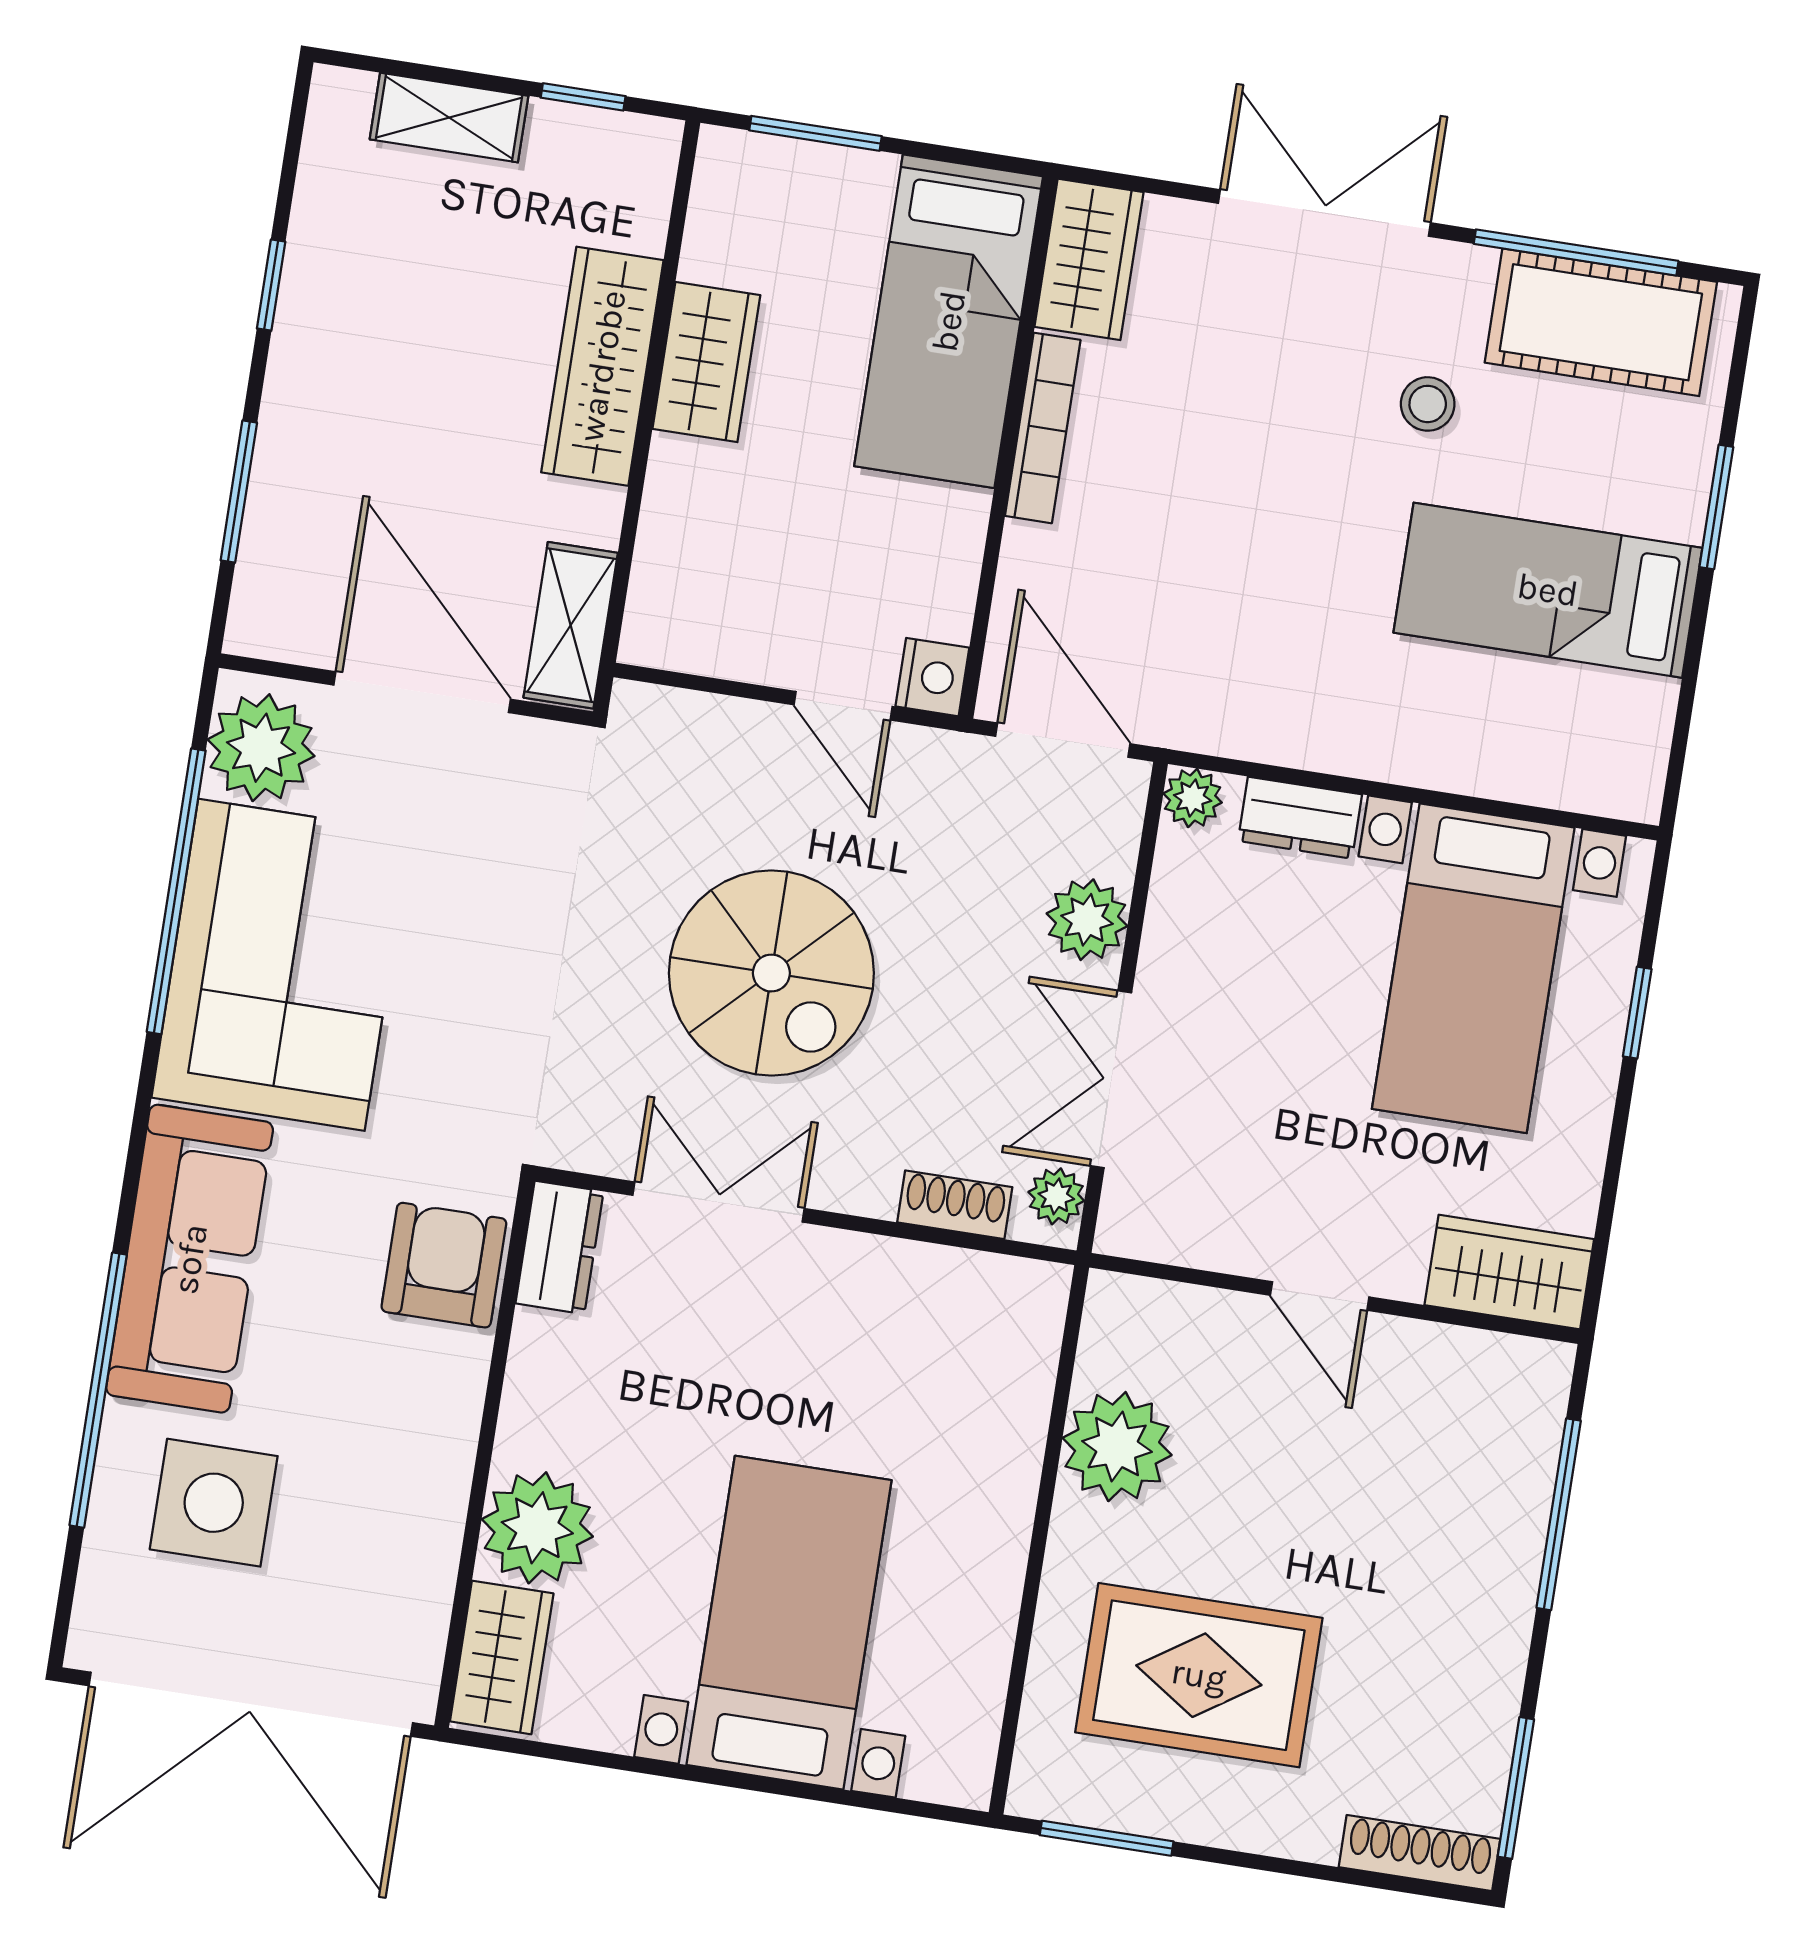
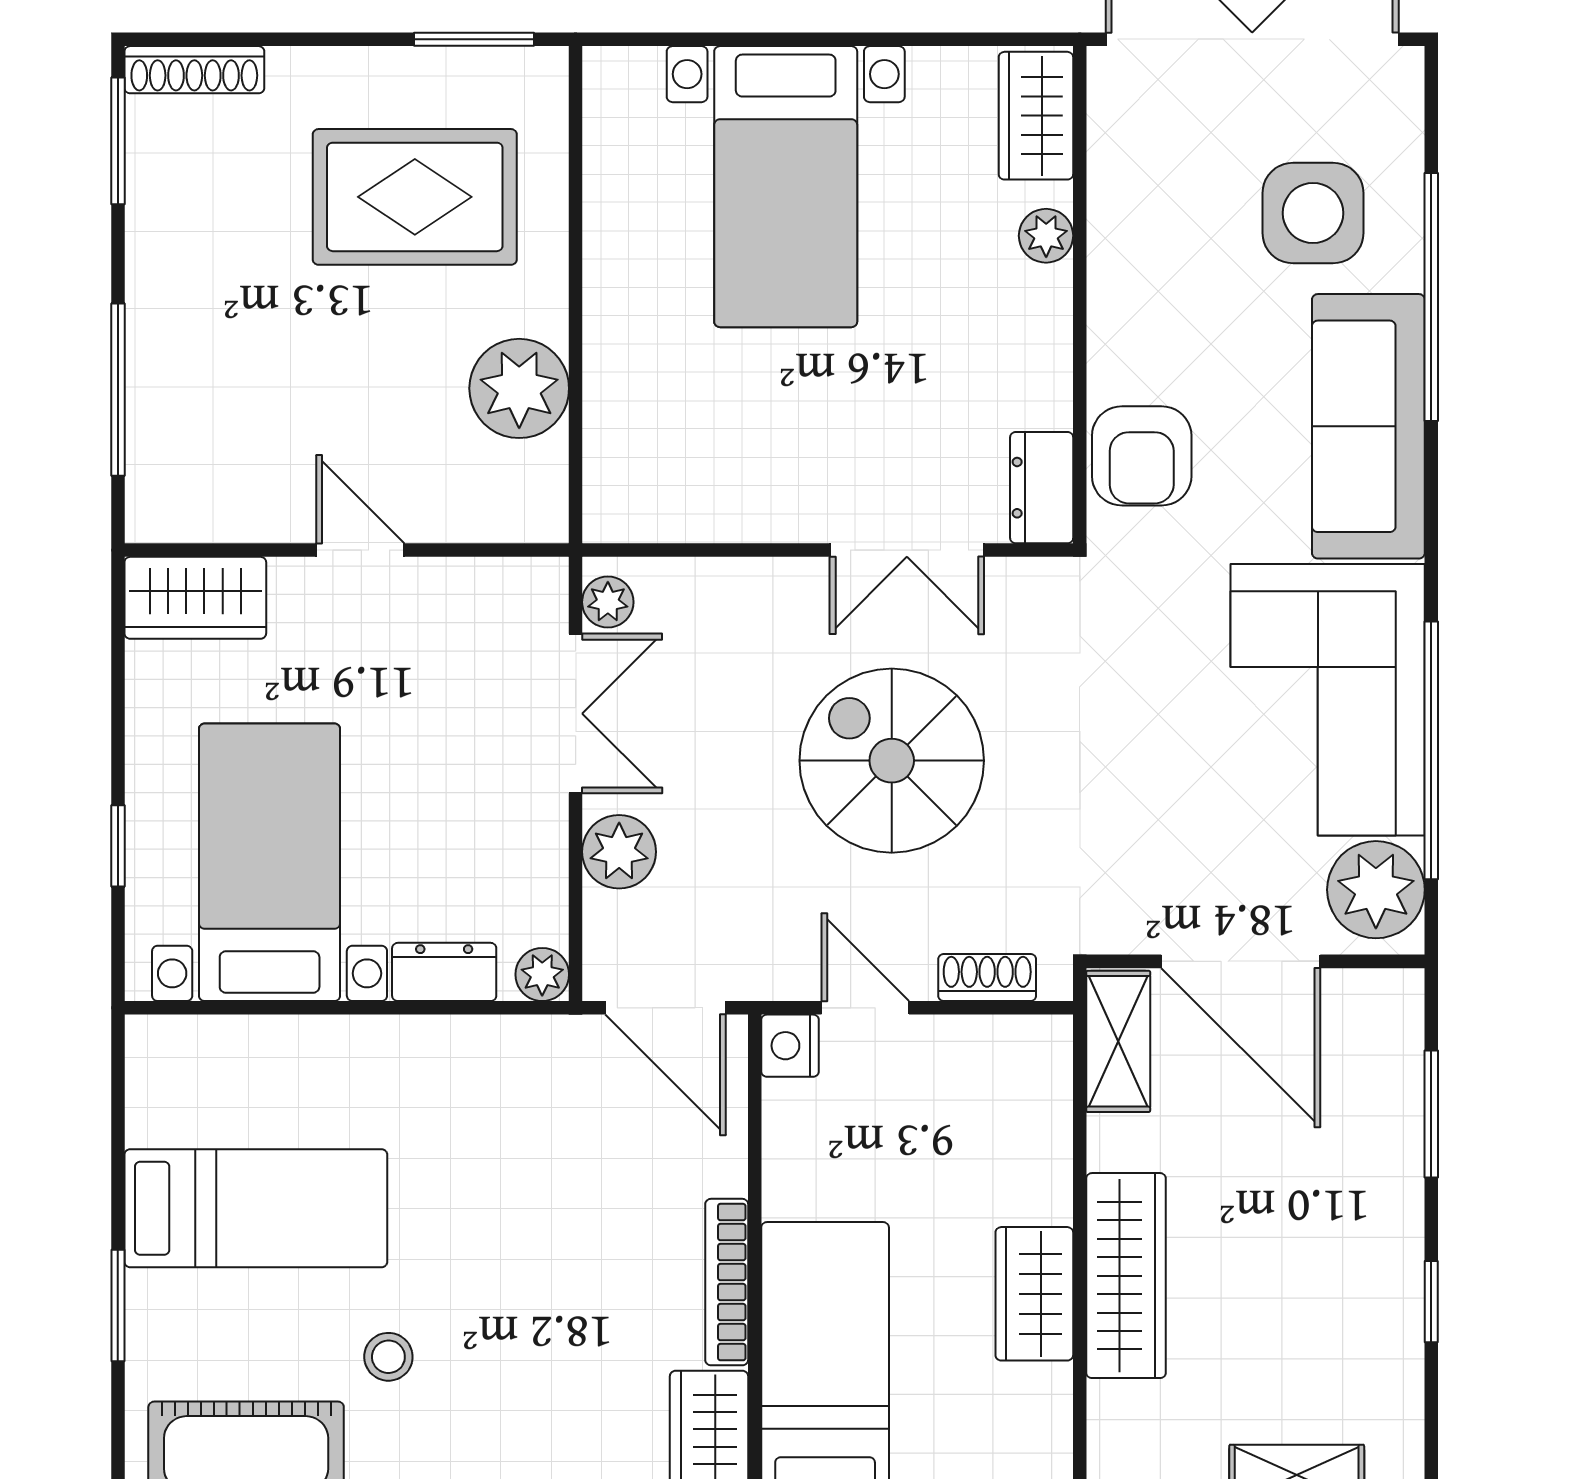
shoe rack: (955, 1205) -> (987, 977), moved, turned 180
plant: (537, 1528) -> (1046, 236), width x0.53, depth x0.53

